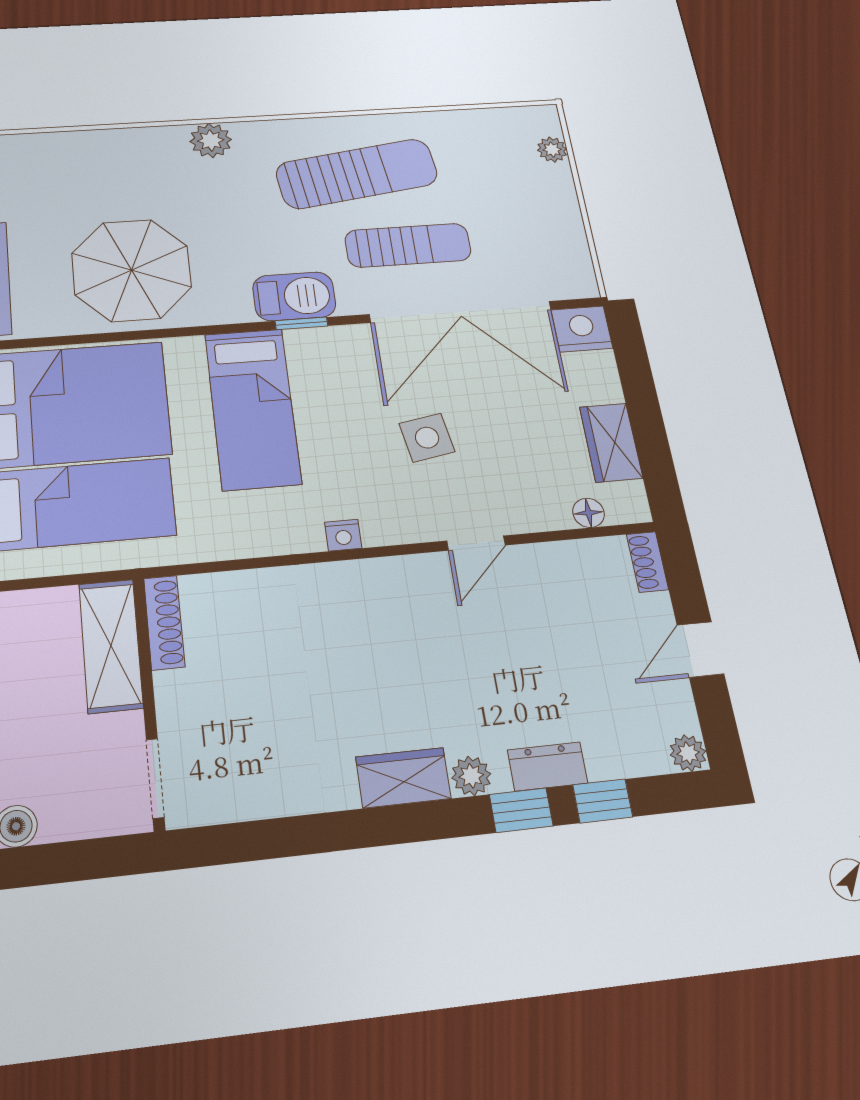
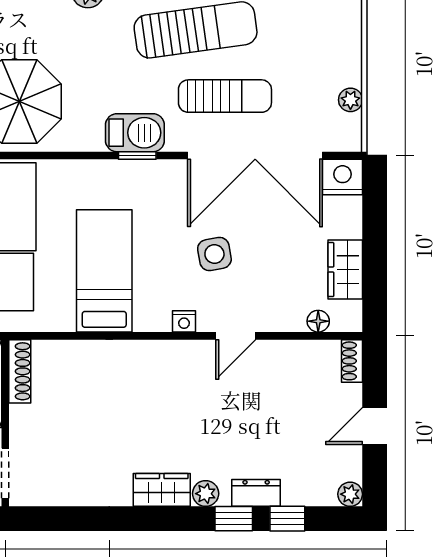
plant: (552, 150) -> (350, 100), moved
bed: (253, 408) -> (104, 271), moved, turned 180
nightstand: (343, 535) -> (184, 321), moved

